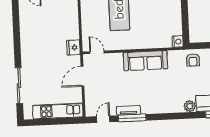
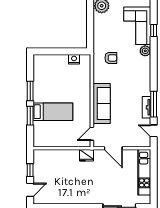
nightstand: (178, 42) -> (74, 59), moved
armchair: (193, 60) -> (111, 58), moved
sofa: (145, 61) -> (102, 104), moved

